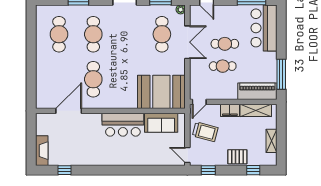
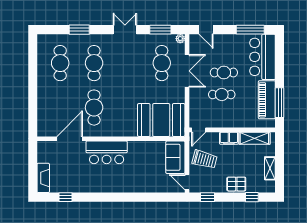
piano: (257, 91) -> (267, 100), moved, turned -90
sofa: (161, 123) -> (175, 157), moved, turned 90
bar counter: (123, 125) -> (107, 152), moved

